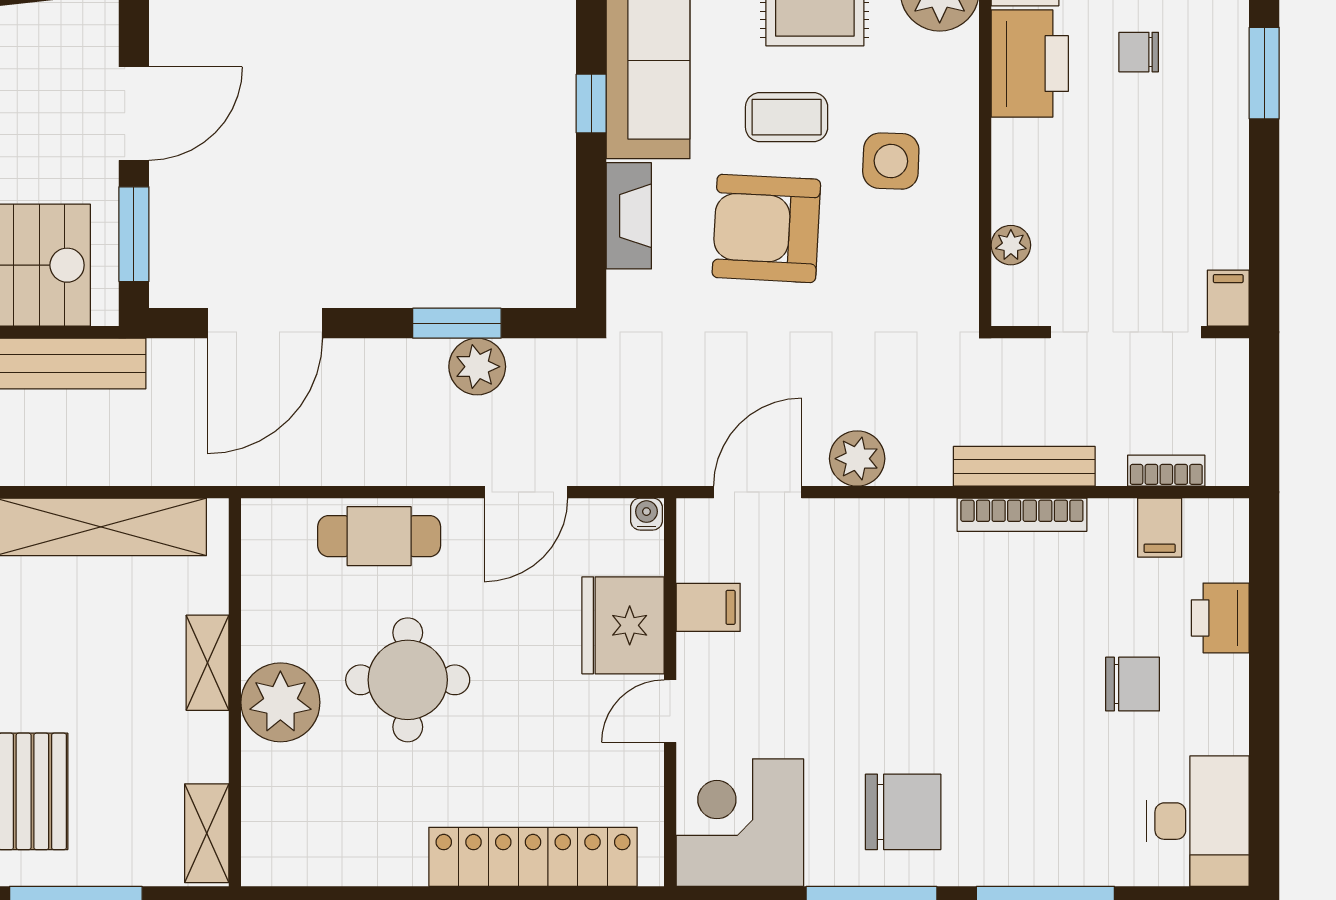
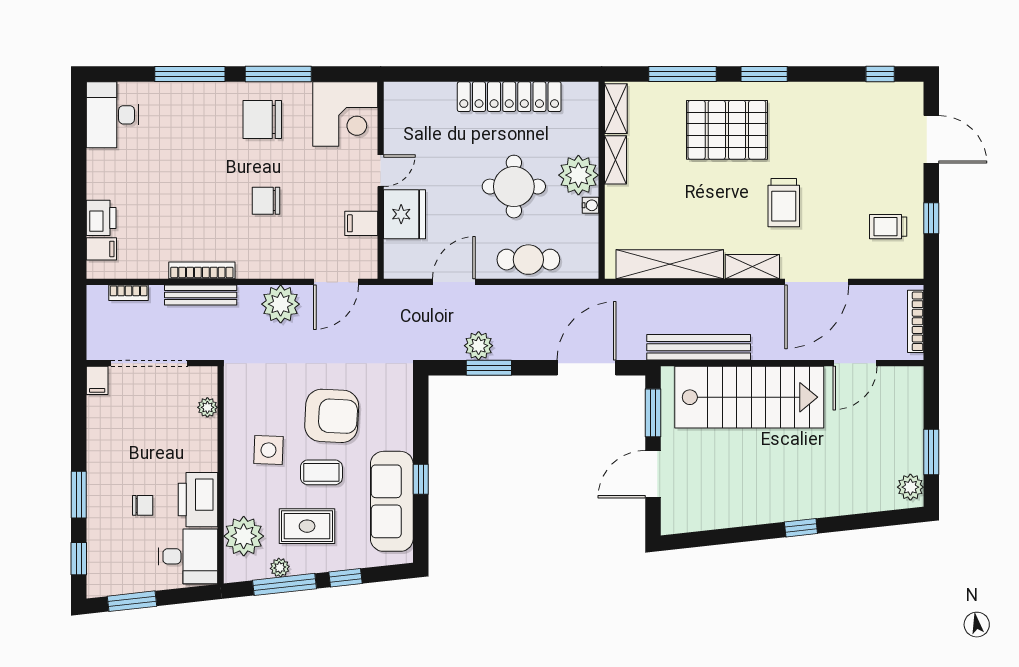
fireplace: (629, 216) -> (402, 422), removed
plant: (857, 459) -> (281, 304), width x1.36, depth x1.36
water cooler: (646, 514) -> (590, 205), moved, turned -90
filing cabinet: (1160, 528) -> (101, 249), moved, turned 90
shelving: (208, 663) -> (616, 160), moved
chair: (1133, 684) -> (266, 201), moved
locker: (533, 857) -> (509, 97), moved

